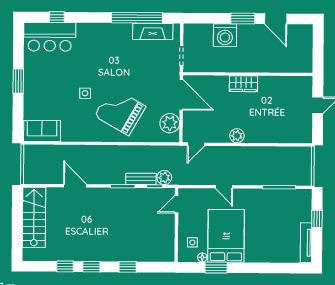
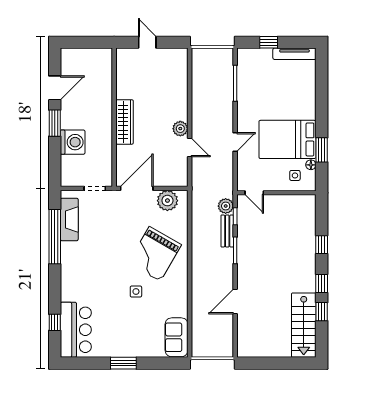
wardrobe: (243, 84) -> (125, 122), width x1.50
door: (196, 144) -> (190, 147), moved
stairs: (34, 217) -> (304, 325), moved, turned -90

